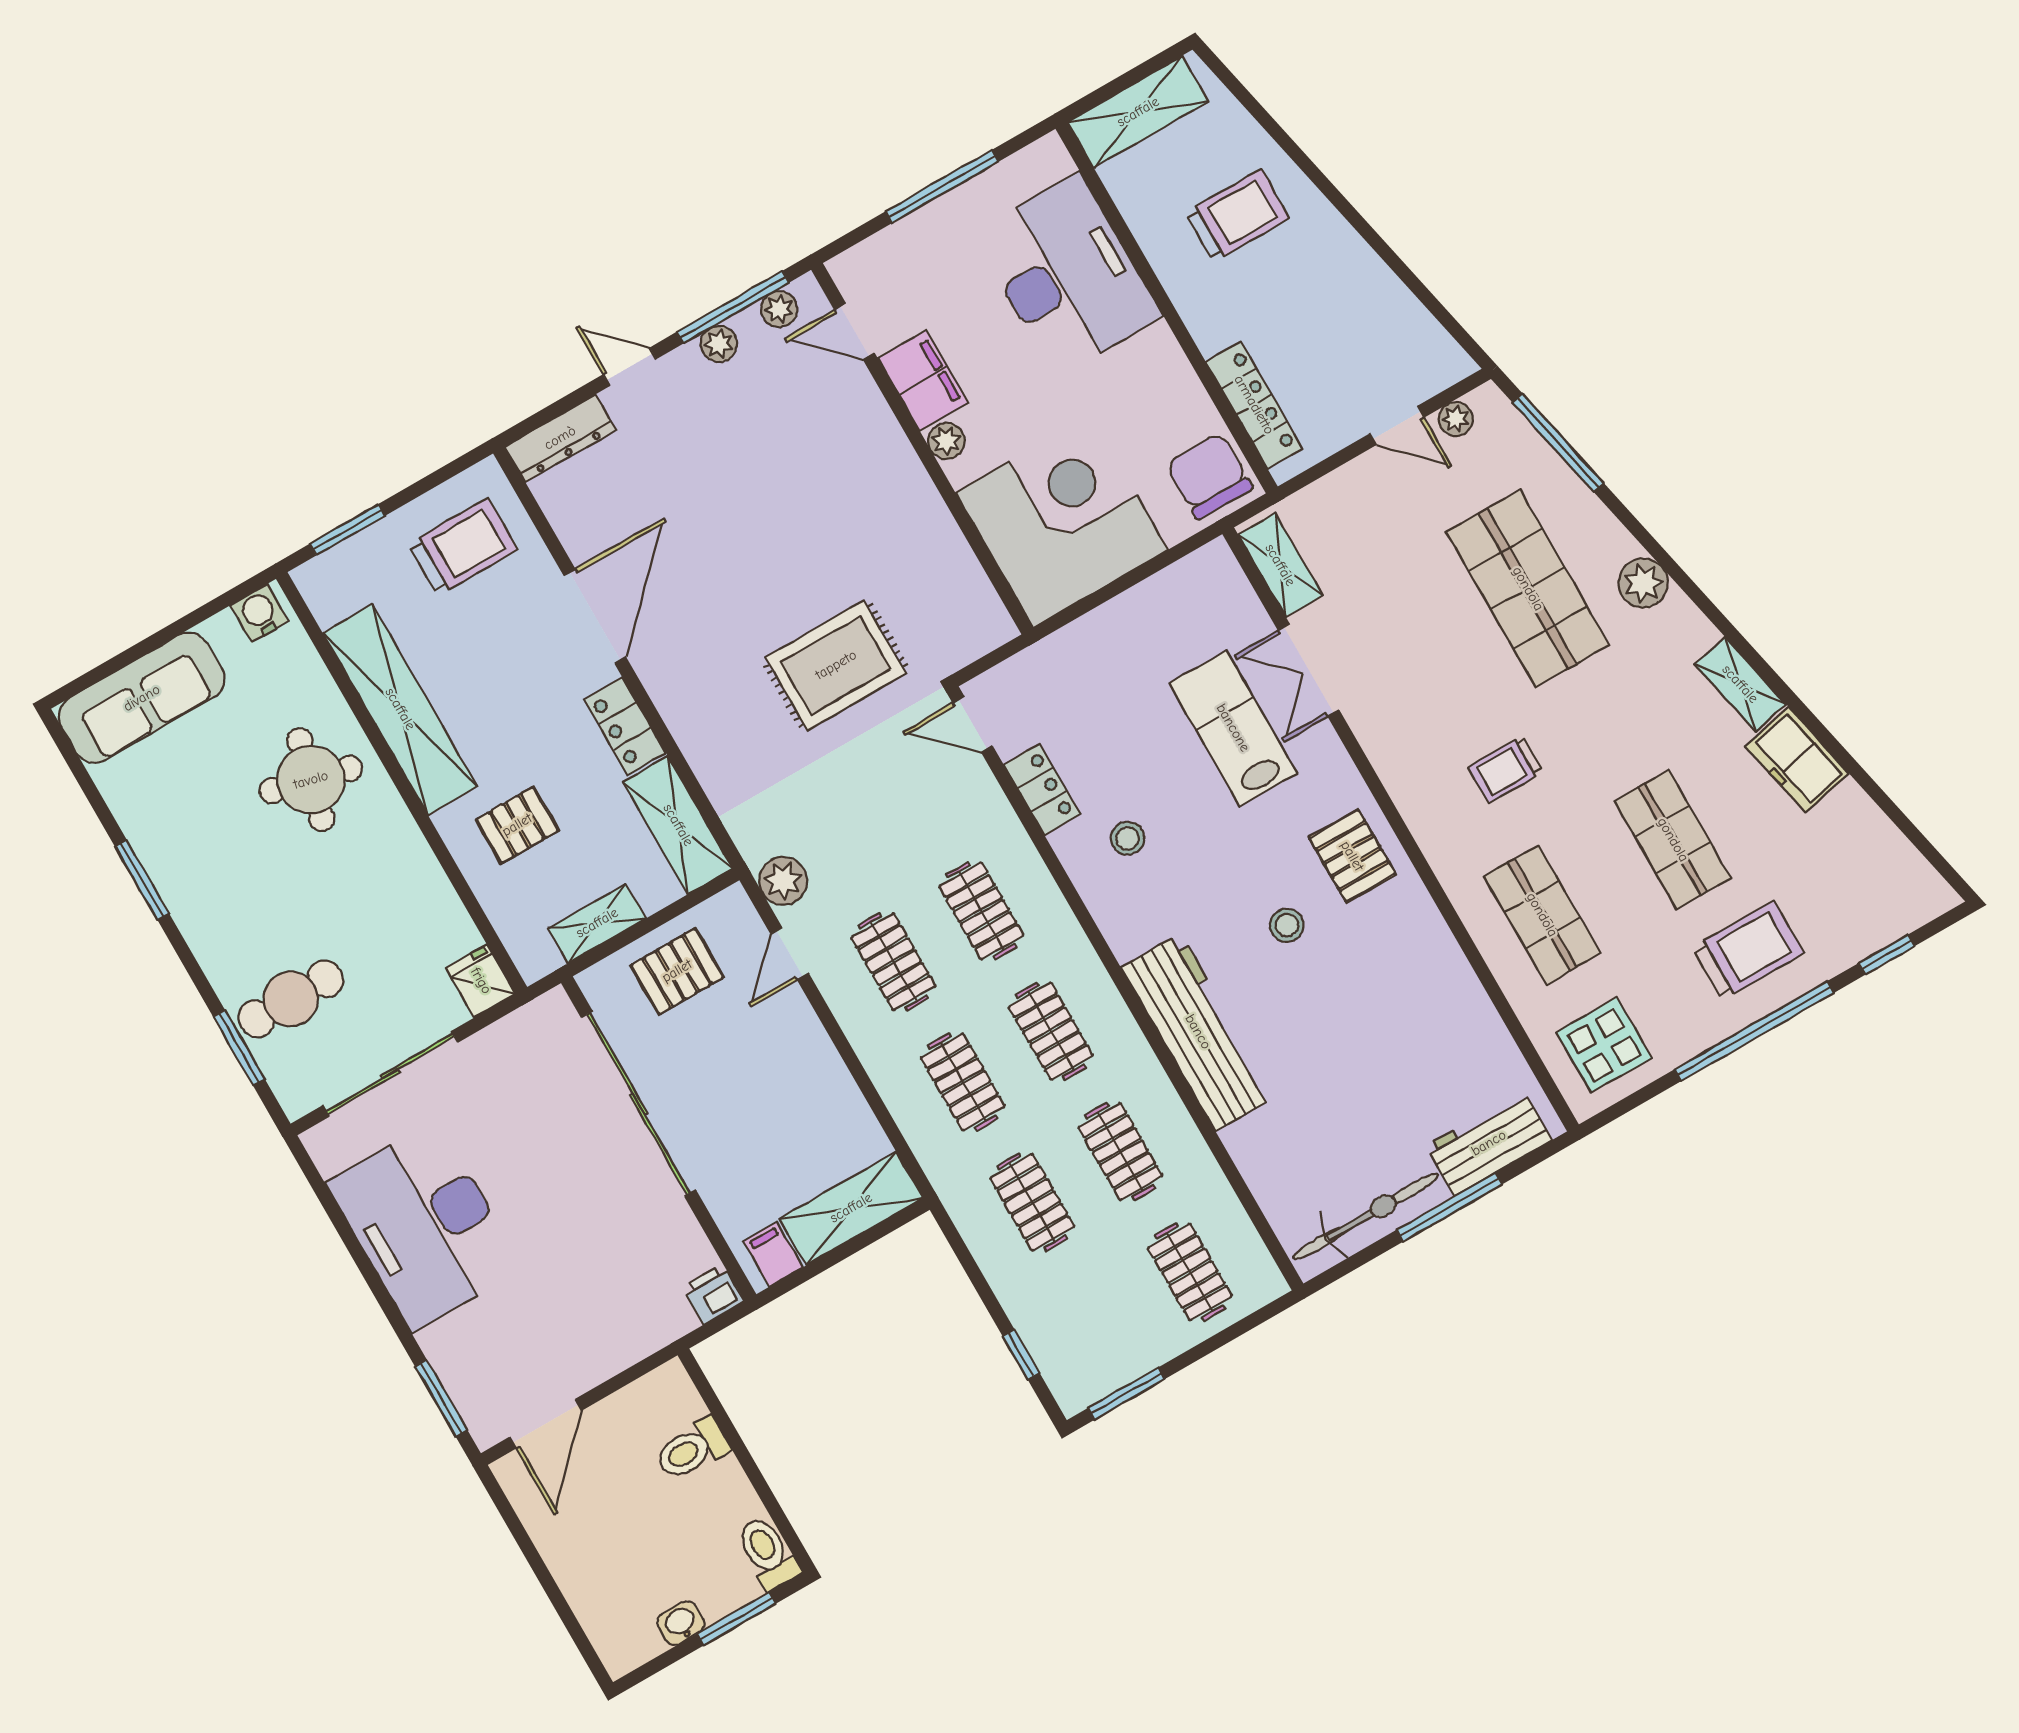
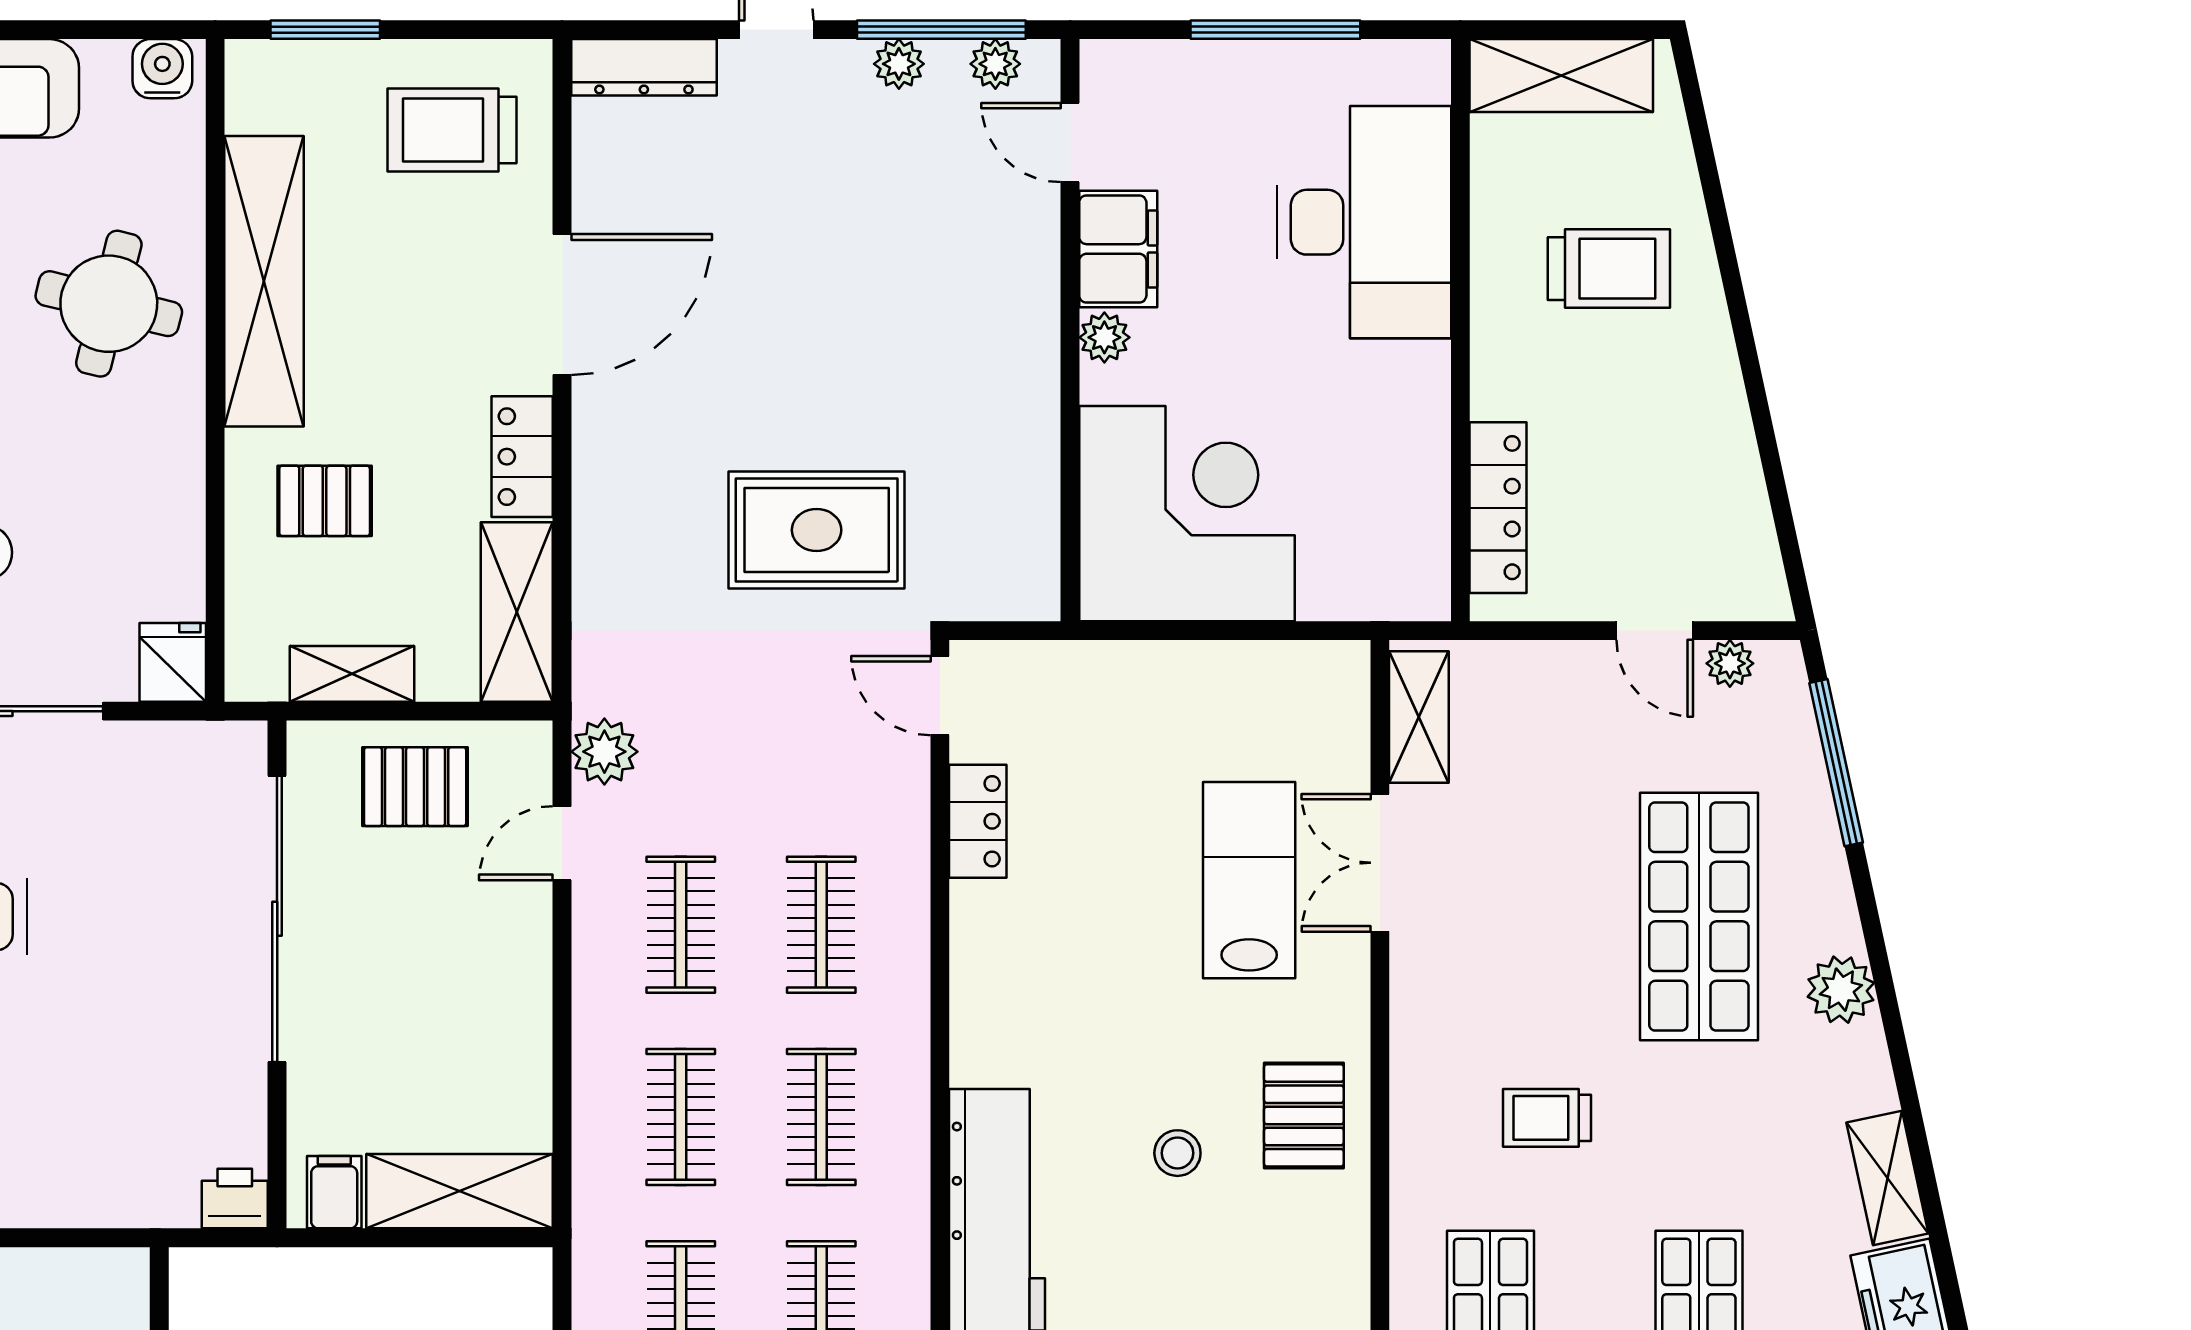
chair: (1209, 476) -> (1395, 561), removed
trolley: (463, 547) -> (452, 130), turned 180
stool: (1128, 838) -> (1047, 939), removed

